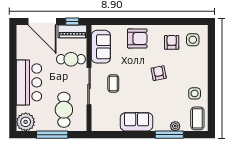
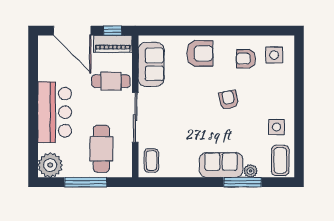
armchair: (172, 42) -> (246, 59), turned -90
coffee table: (113, 83) -> (151, 160), moved
sofa: (137, 122) -> (221, 165), moved

